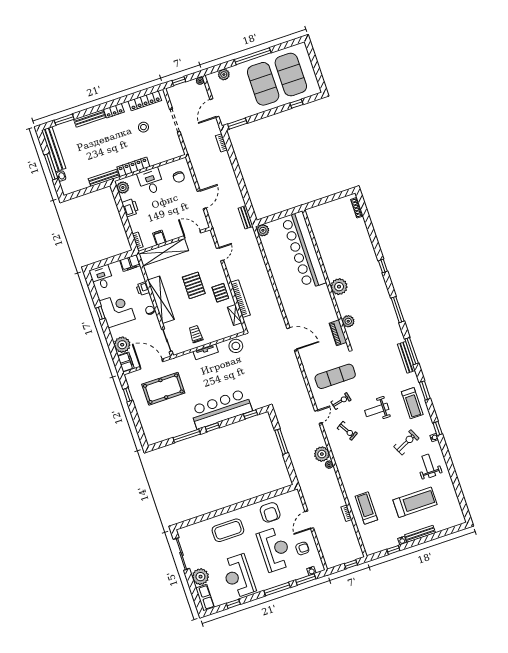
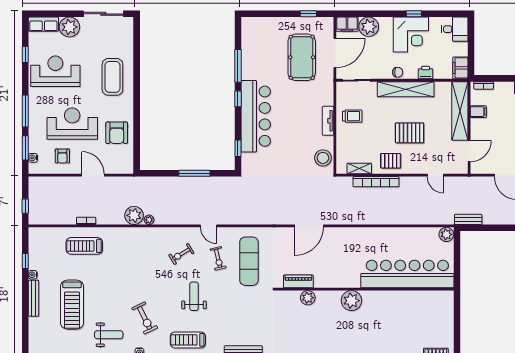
plant: (322, 454) -> (134, 215), moved
treadmill: (366, 508) -> (84, 246), turned 180
armchair: (270, 512) -> (117, 133), turned -90
reception desk: (275, 549) -> (72, 124), turned 180

